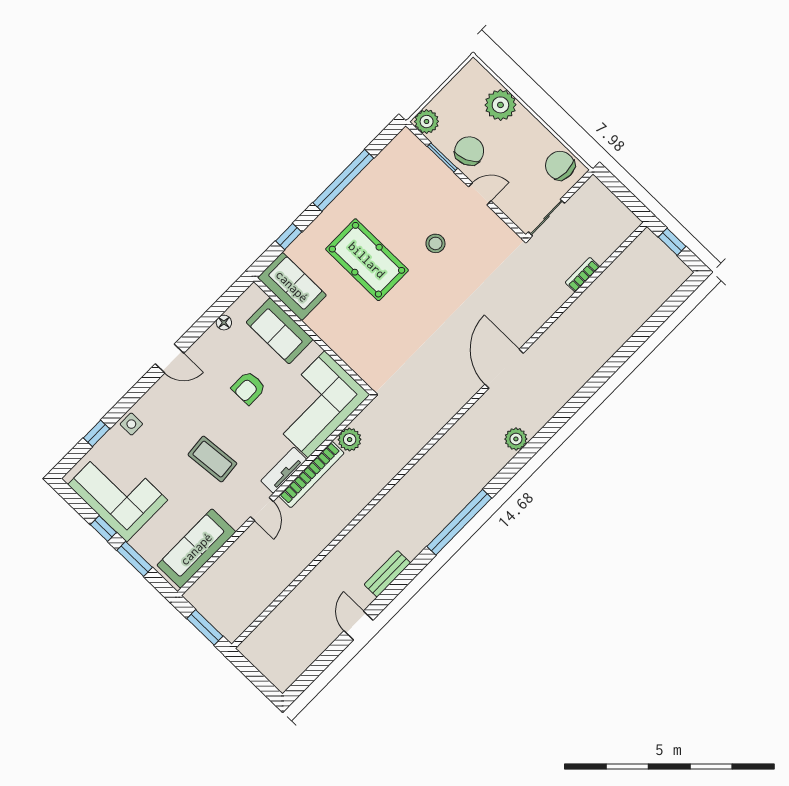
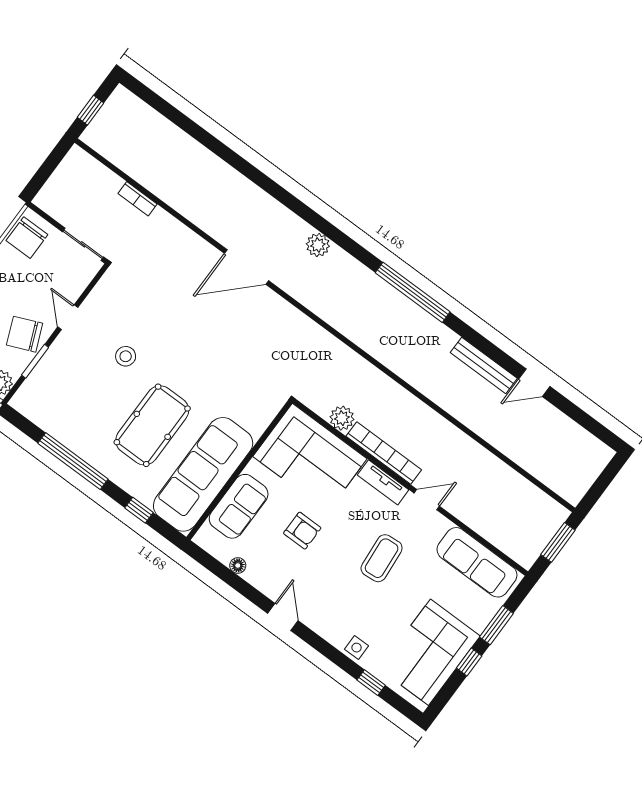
sofa: (292, 286) -> (203, 474), width x1.85, depth x1.27
bench: (387, 574) -> (484, 365), width x1.36

